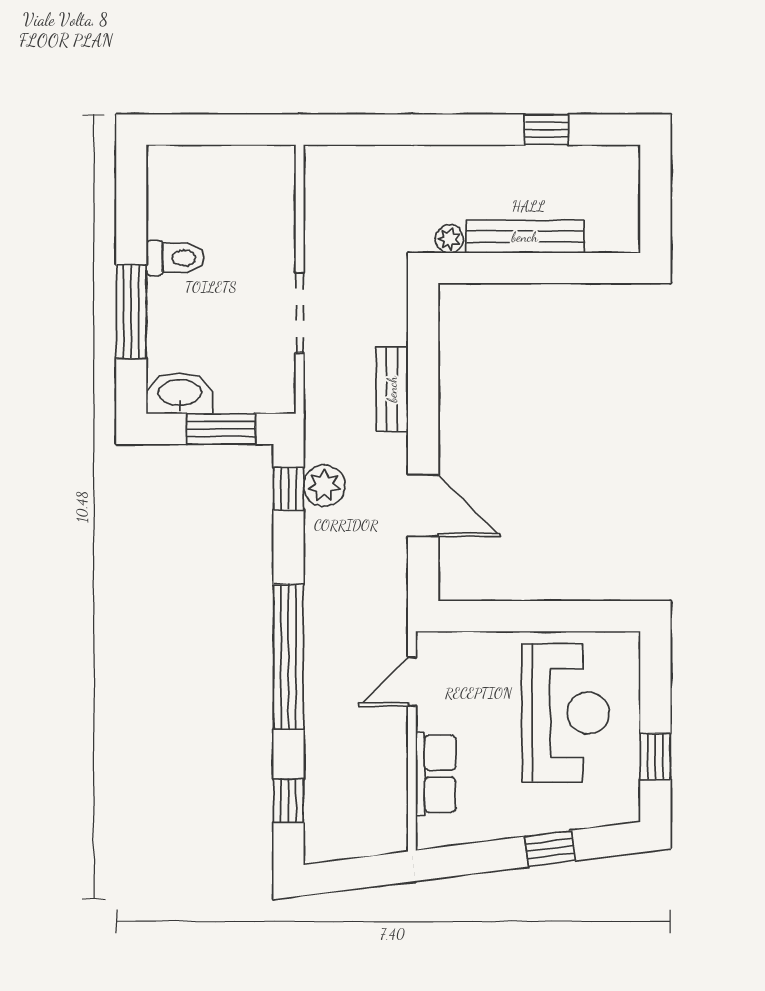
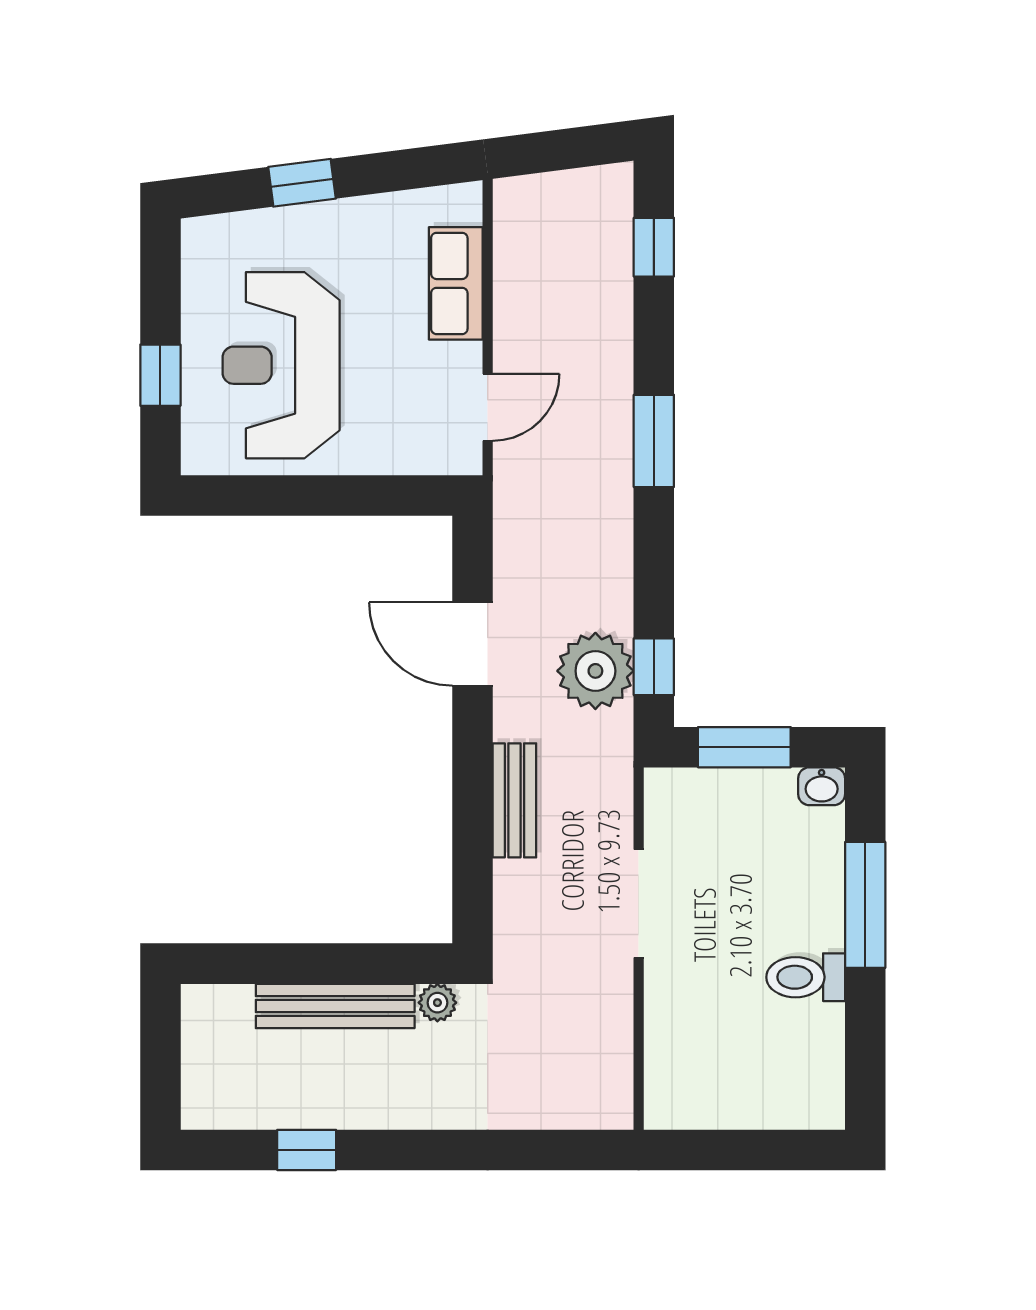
washbasin: (180, 394) -> (822, 786), width x0.52, depth x0.69
plant: (324, 486) -> (595, 671), width x1.36, depth x1.36
window: (288, 657) -> (654, 441), width x0.47
window: (655, 757) -> (160, 375), moved

